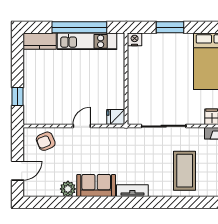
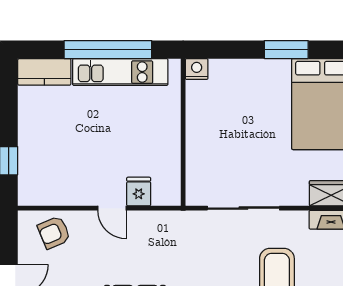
window: (170, 27) -> (286, 50), moved
fridge: (116, 117) -> (139, 192), moved, turned 90
door: (82, 126) -> (112, 208), swing flipped

